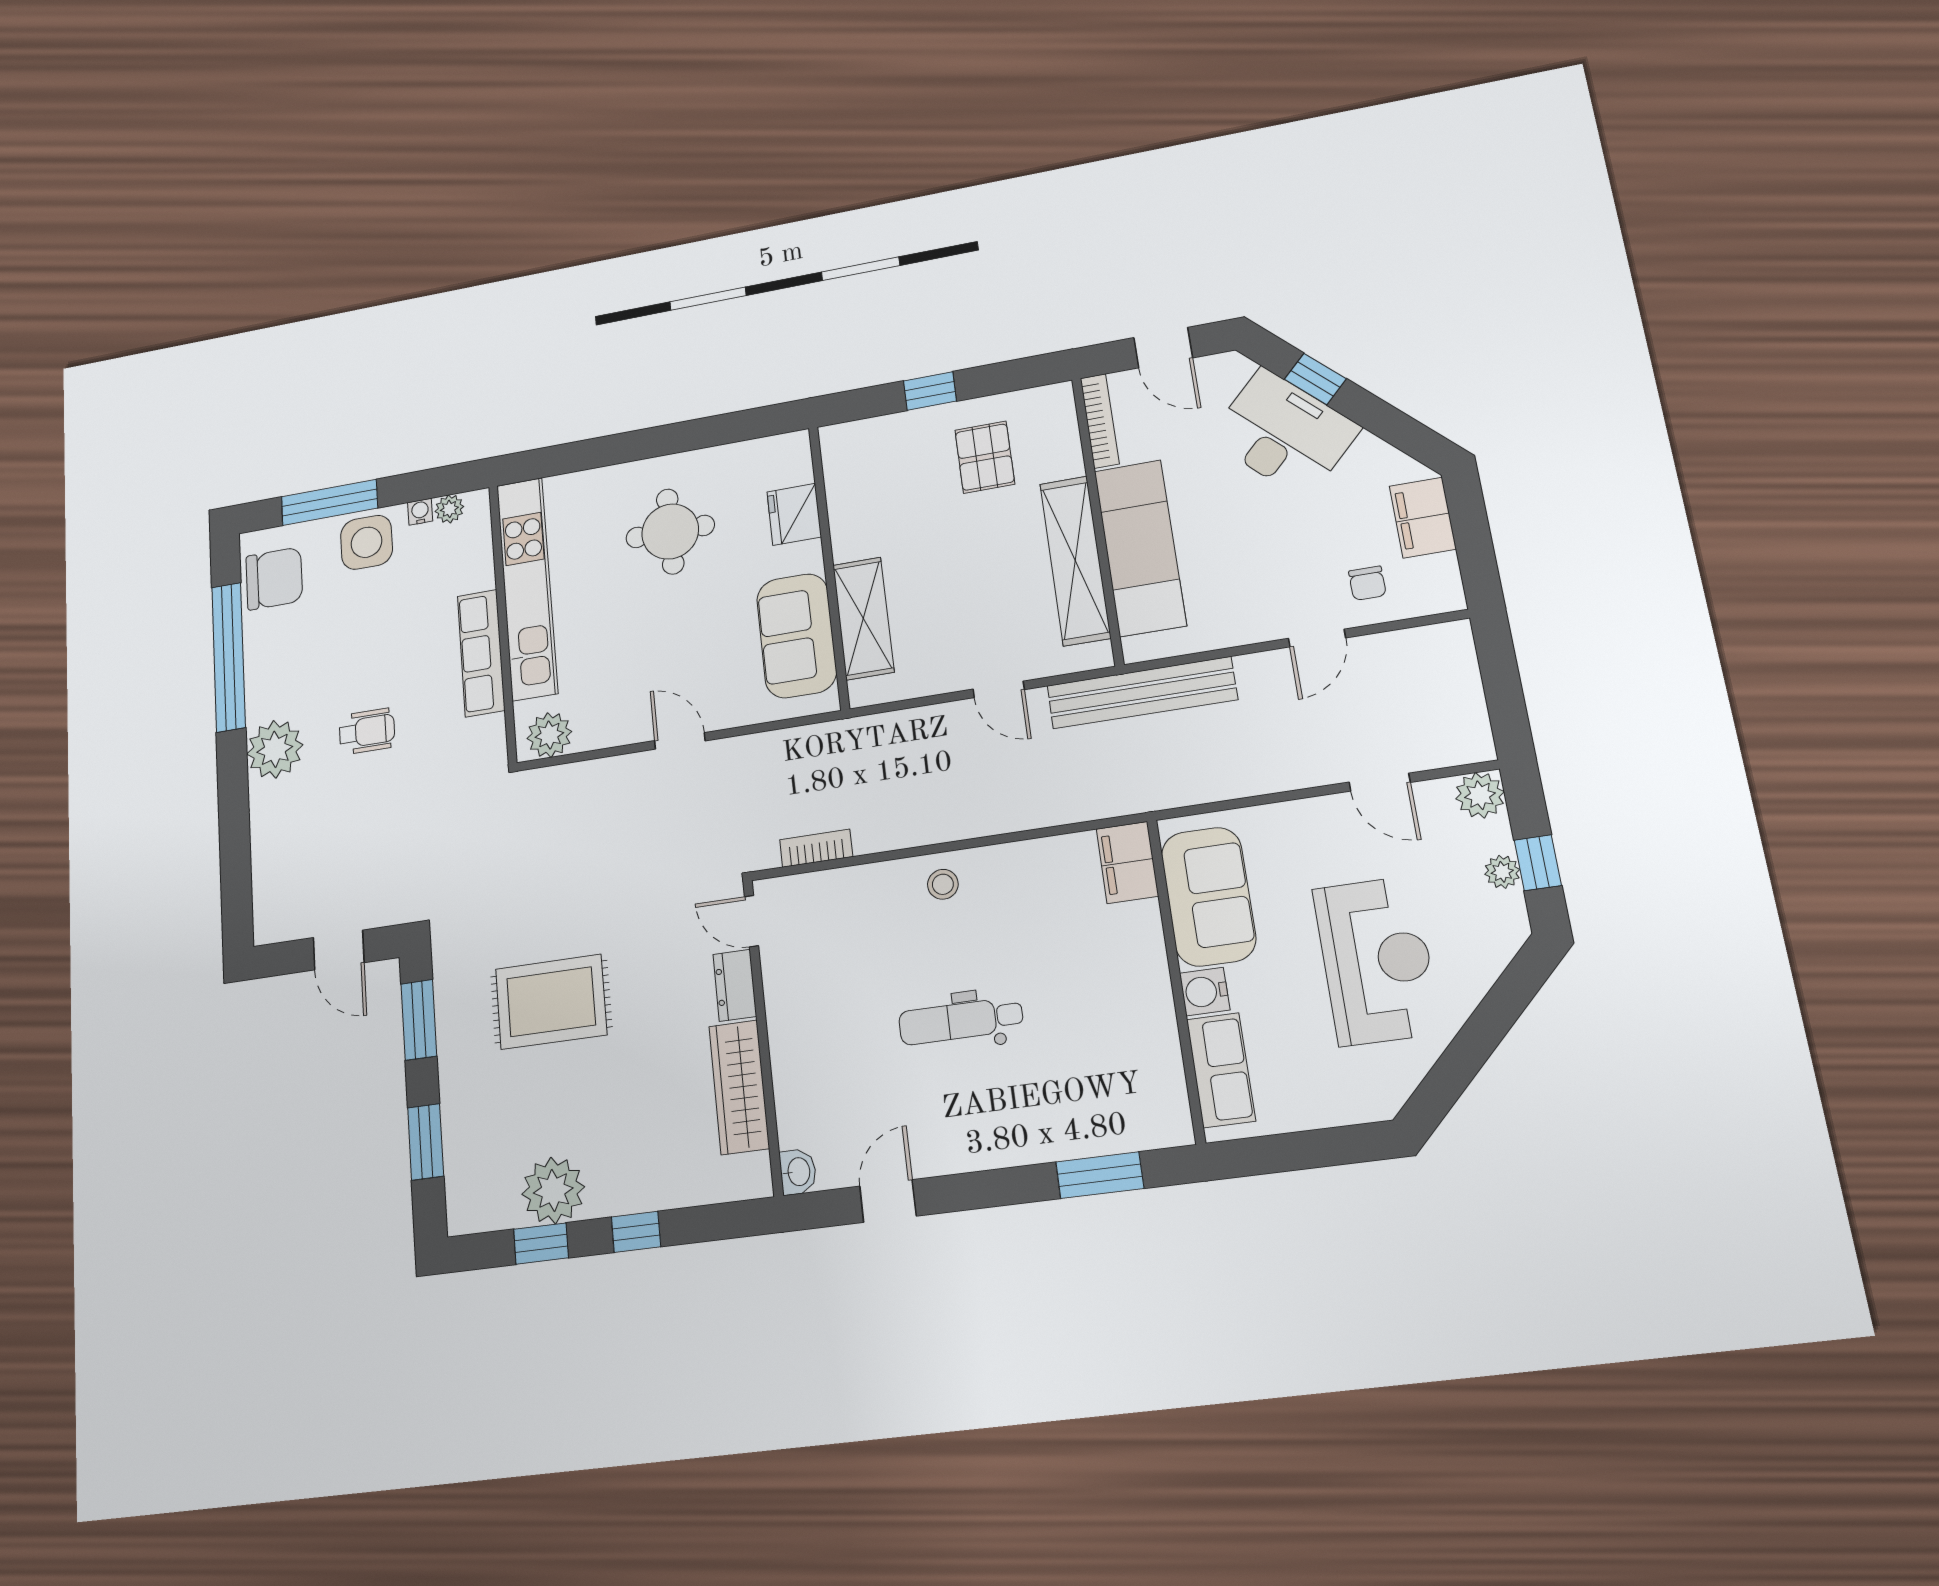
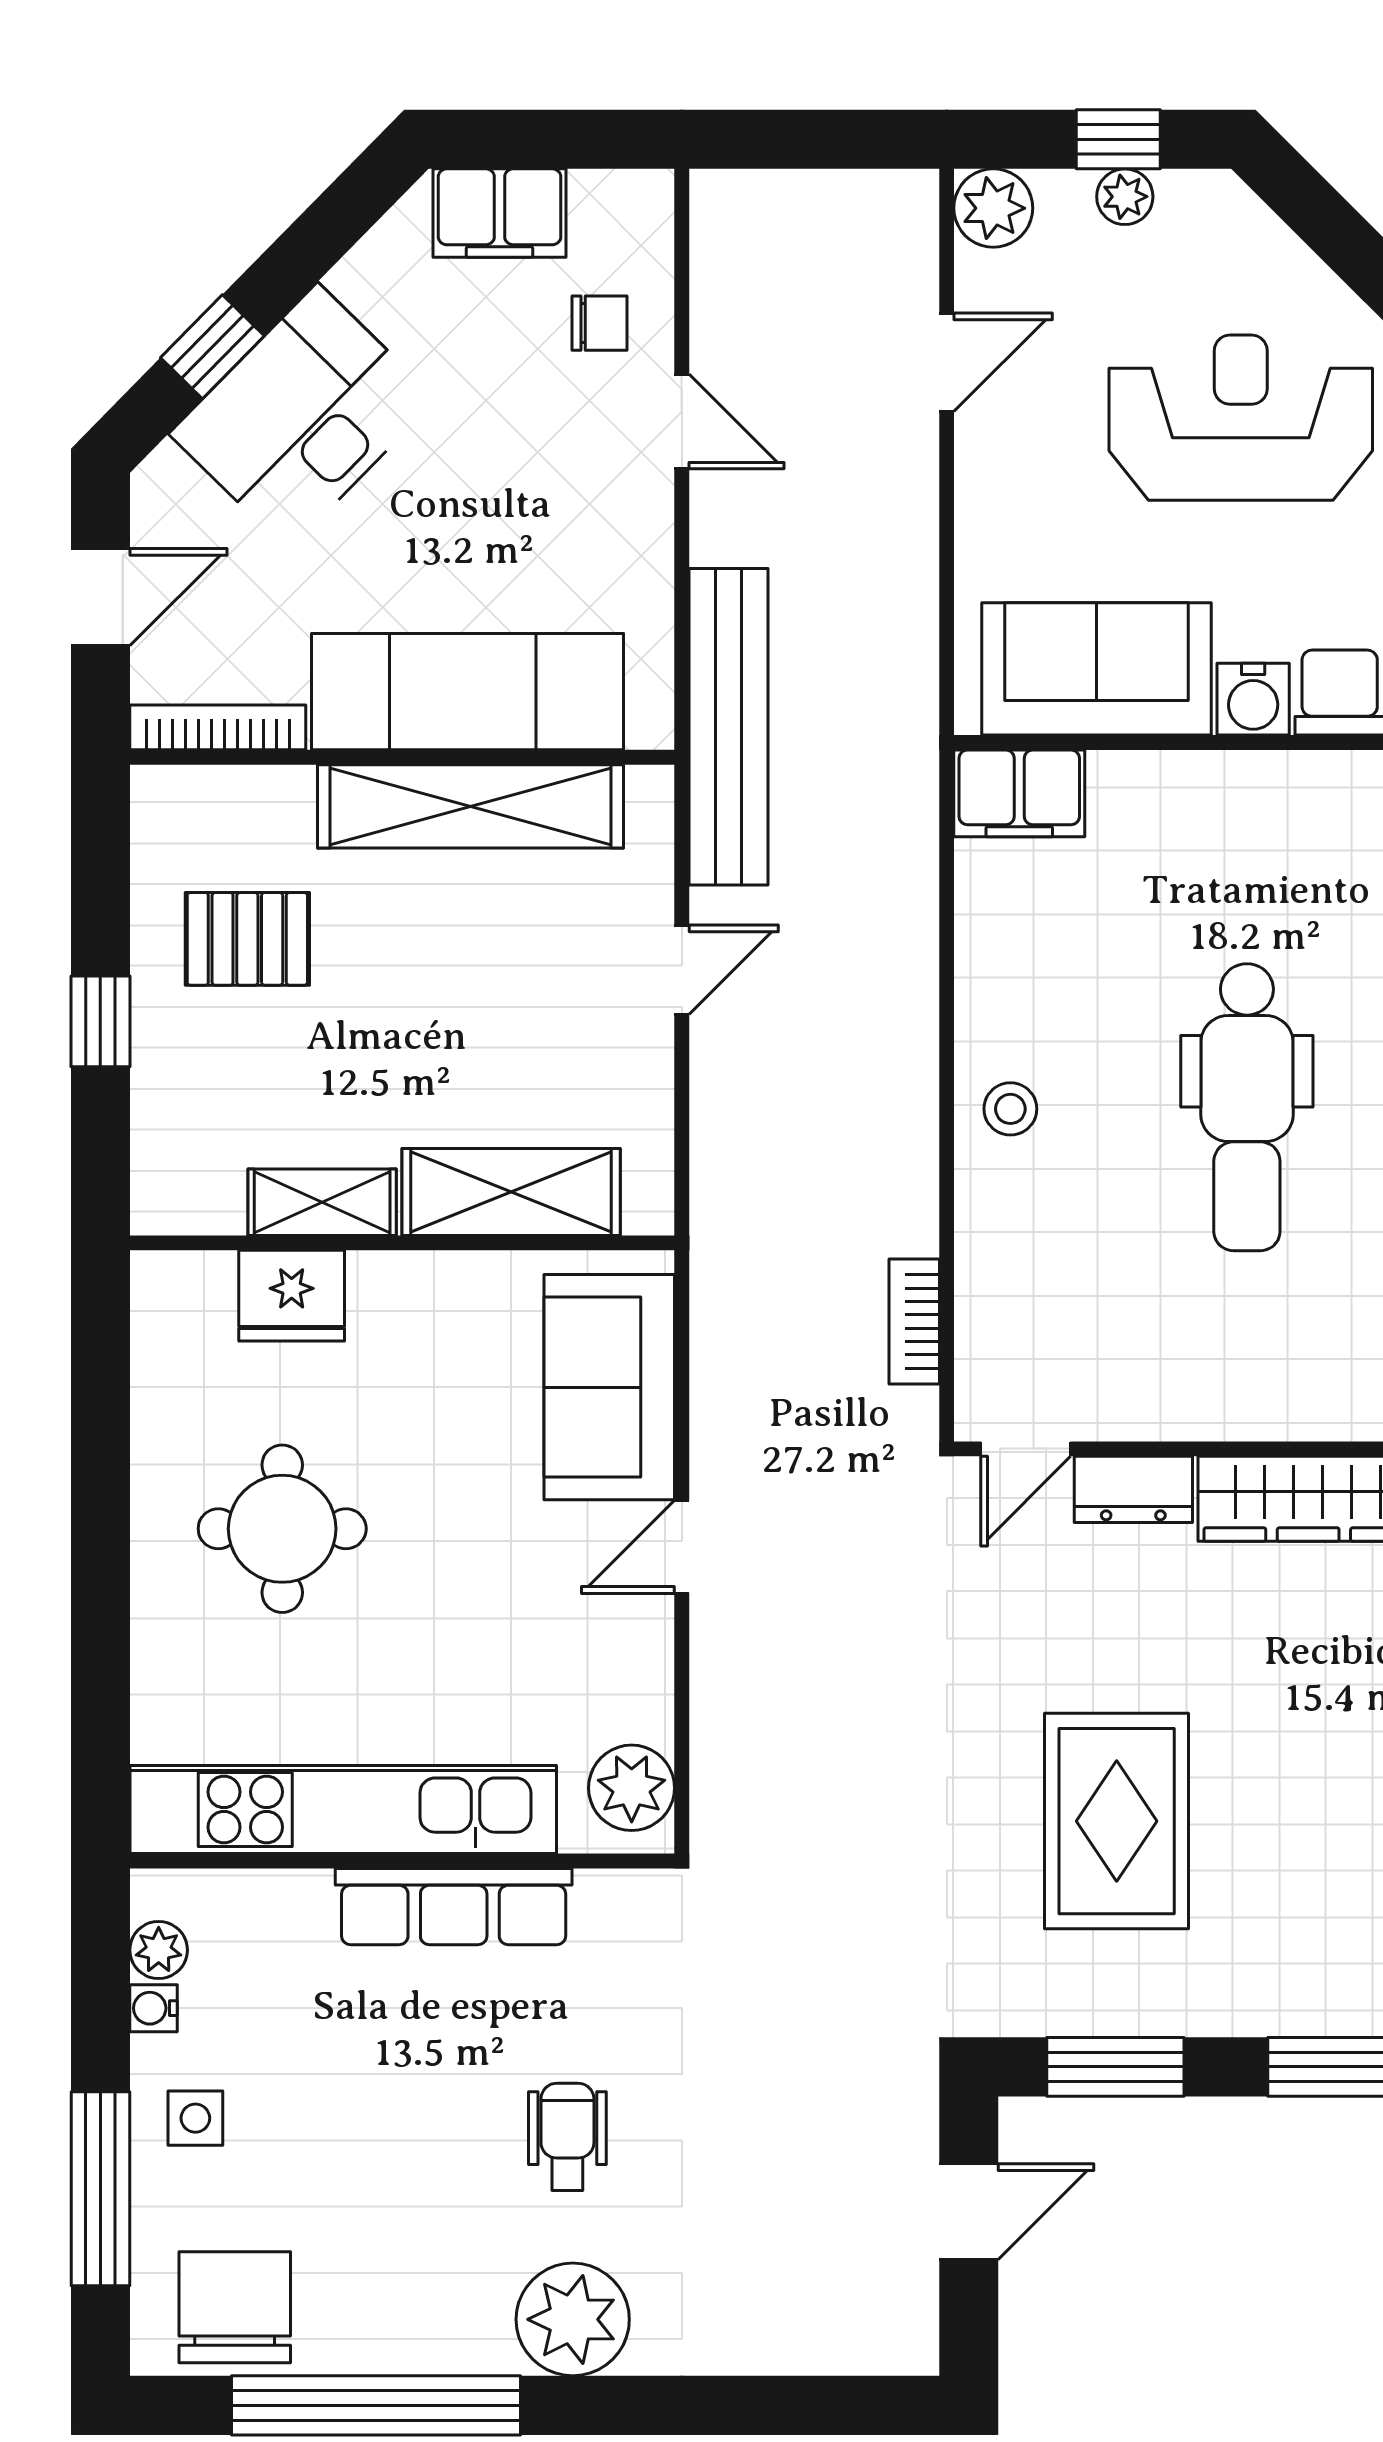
shelving: (846, 521) -> (322, 1202), added
side table: (367, 542) -> (195, 2118), width x0.54, depth x0.54
sofa: (797, 636) -> (609, 1387), moved, turned 90
dental chair: (961, 1021) -> (1247, 1107), width x1.36, depth x1.38

